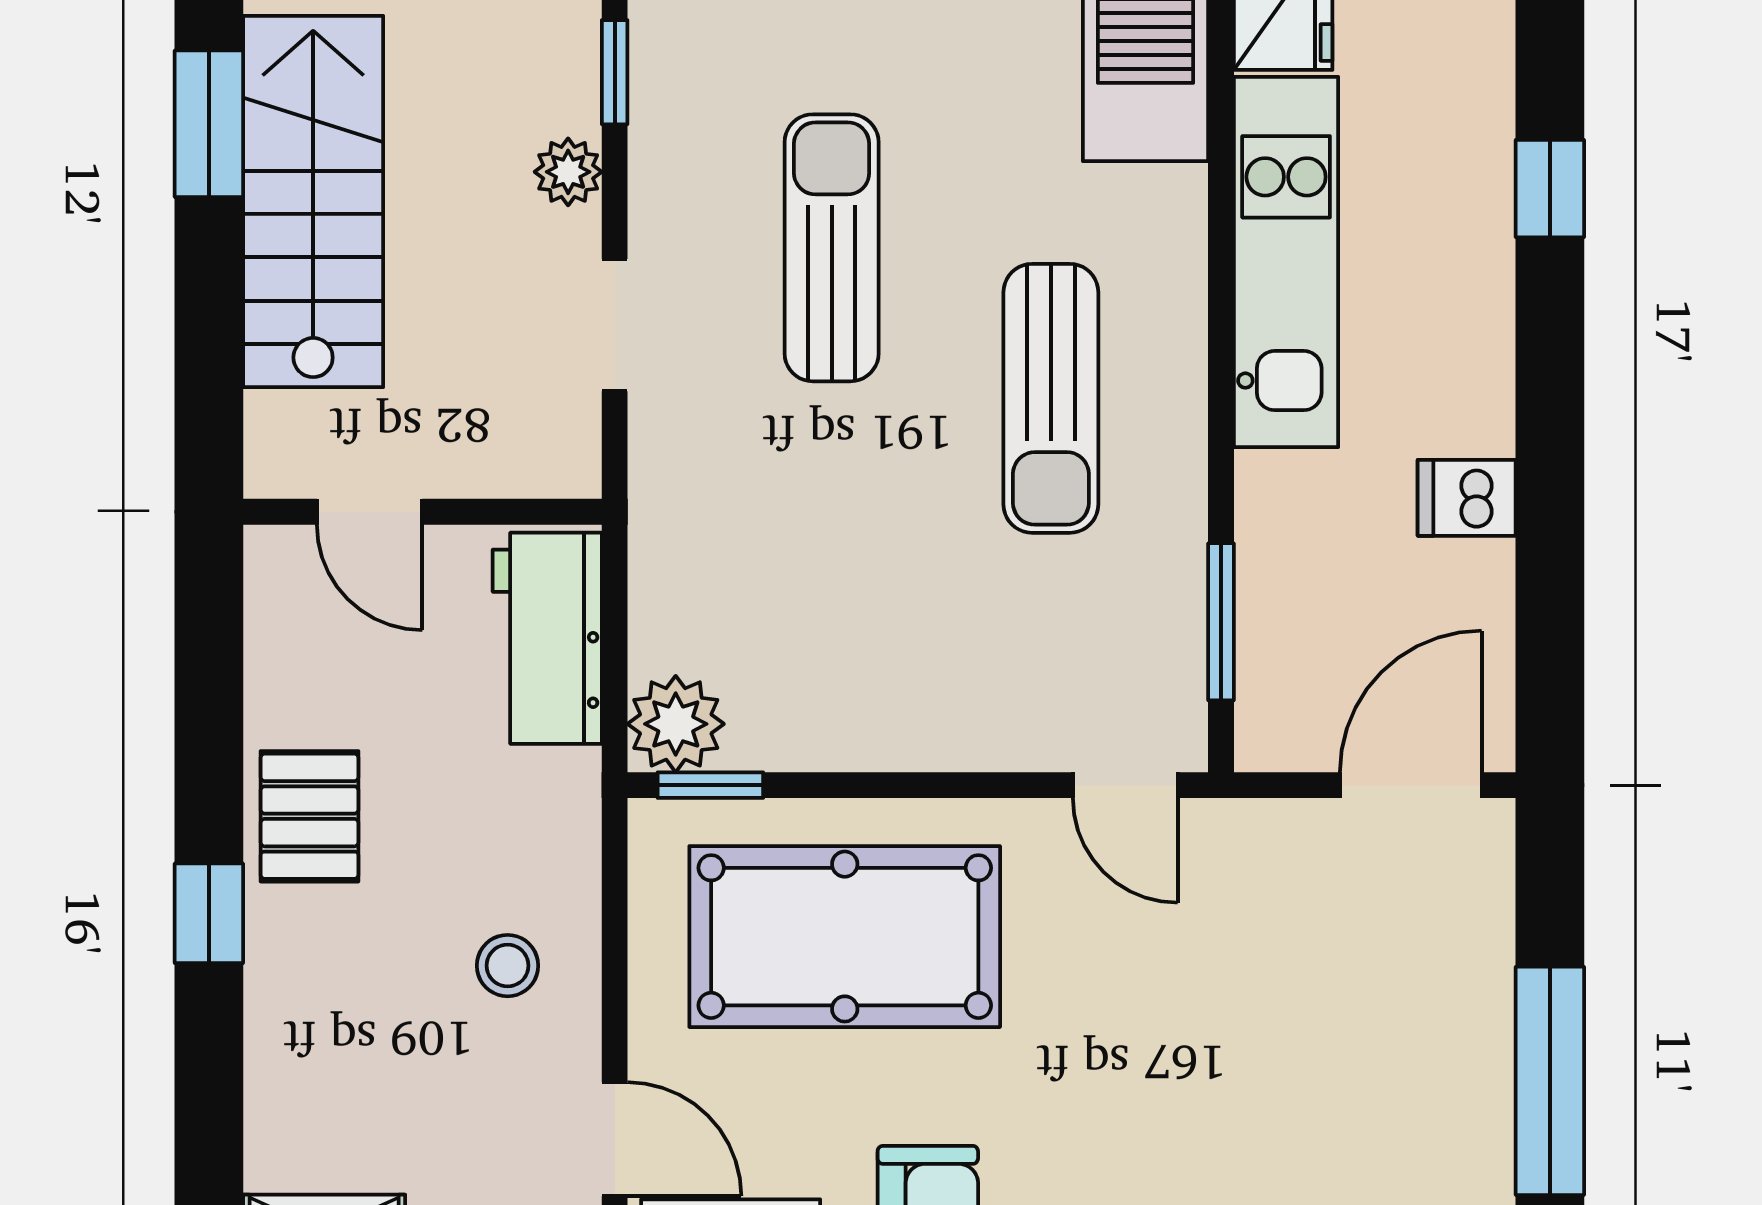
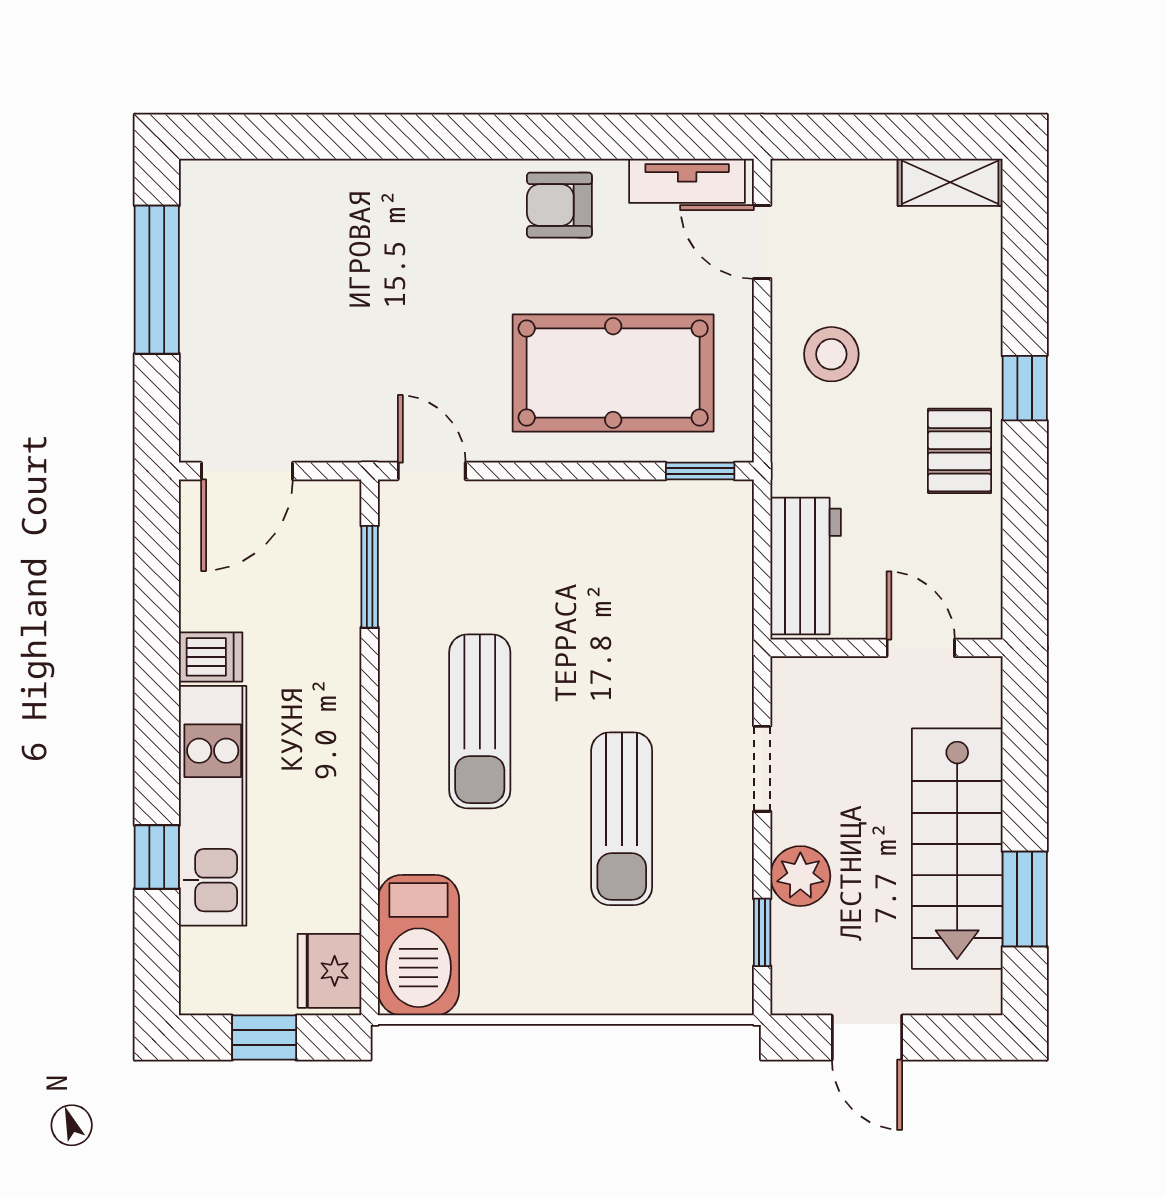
plant: (568, 172) -> (800, 876), width x1.38, depth x1.38
kitchen unit: (1286, 262) -> (213, 806), moved, turned 180
sun lounger: (1051, 398) -> (480, 721), turned 180
plant: (676, 724) -> (723, 511), removed
stool: (508, 966) -> (831, 354), width x1.37, depth x1.37

